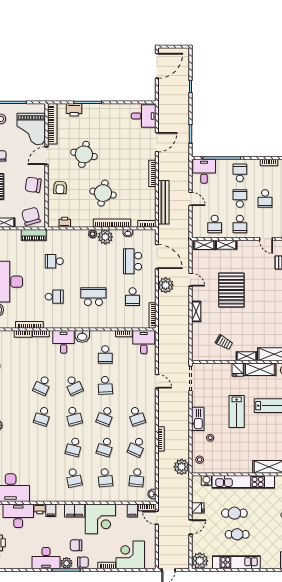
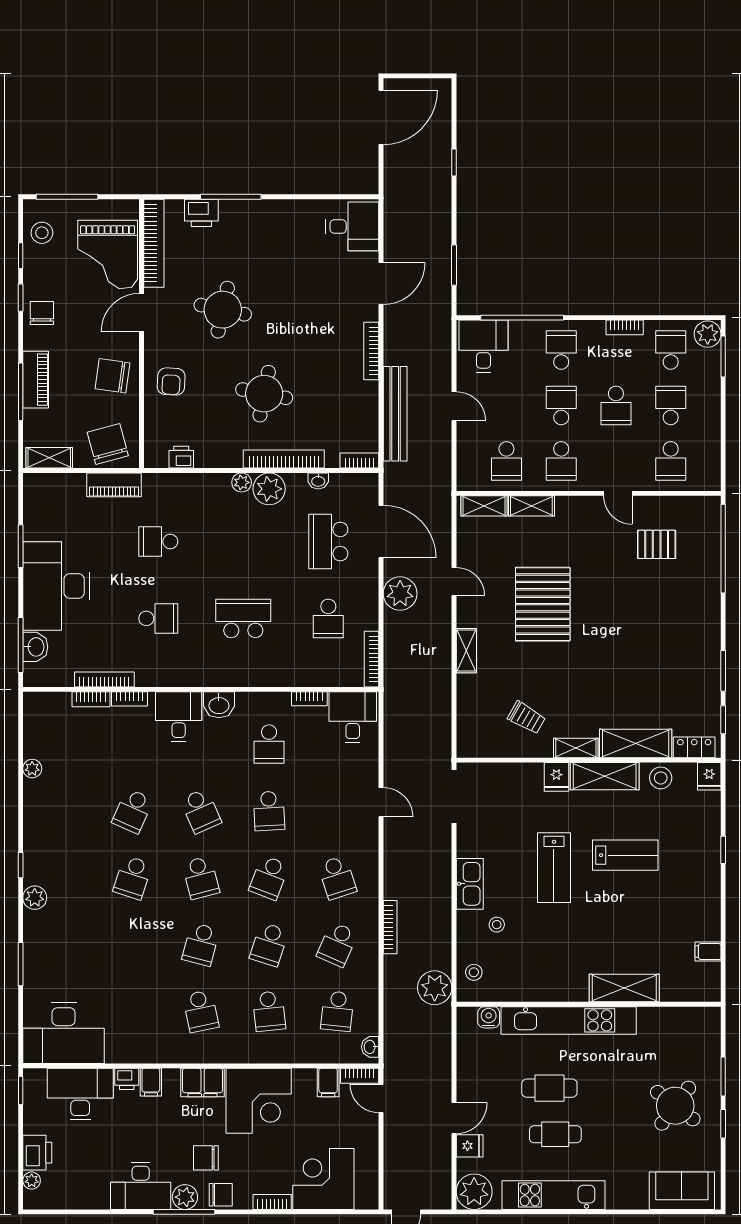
fridge: (198, 508) -> (470, 1146), moved

